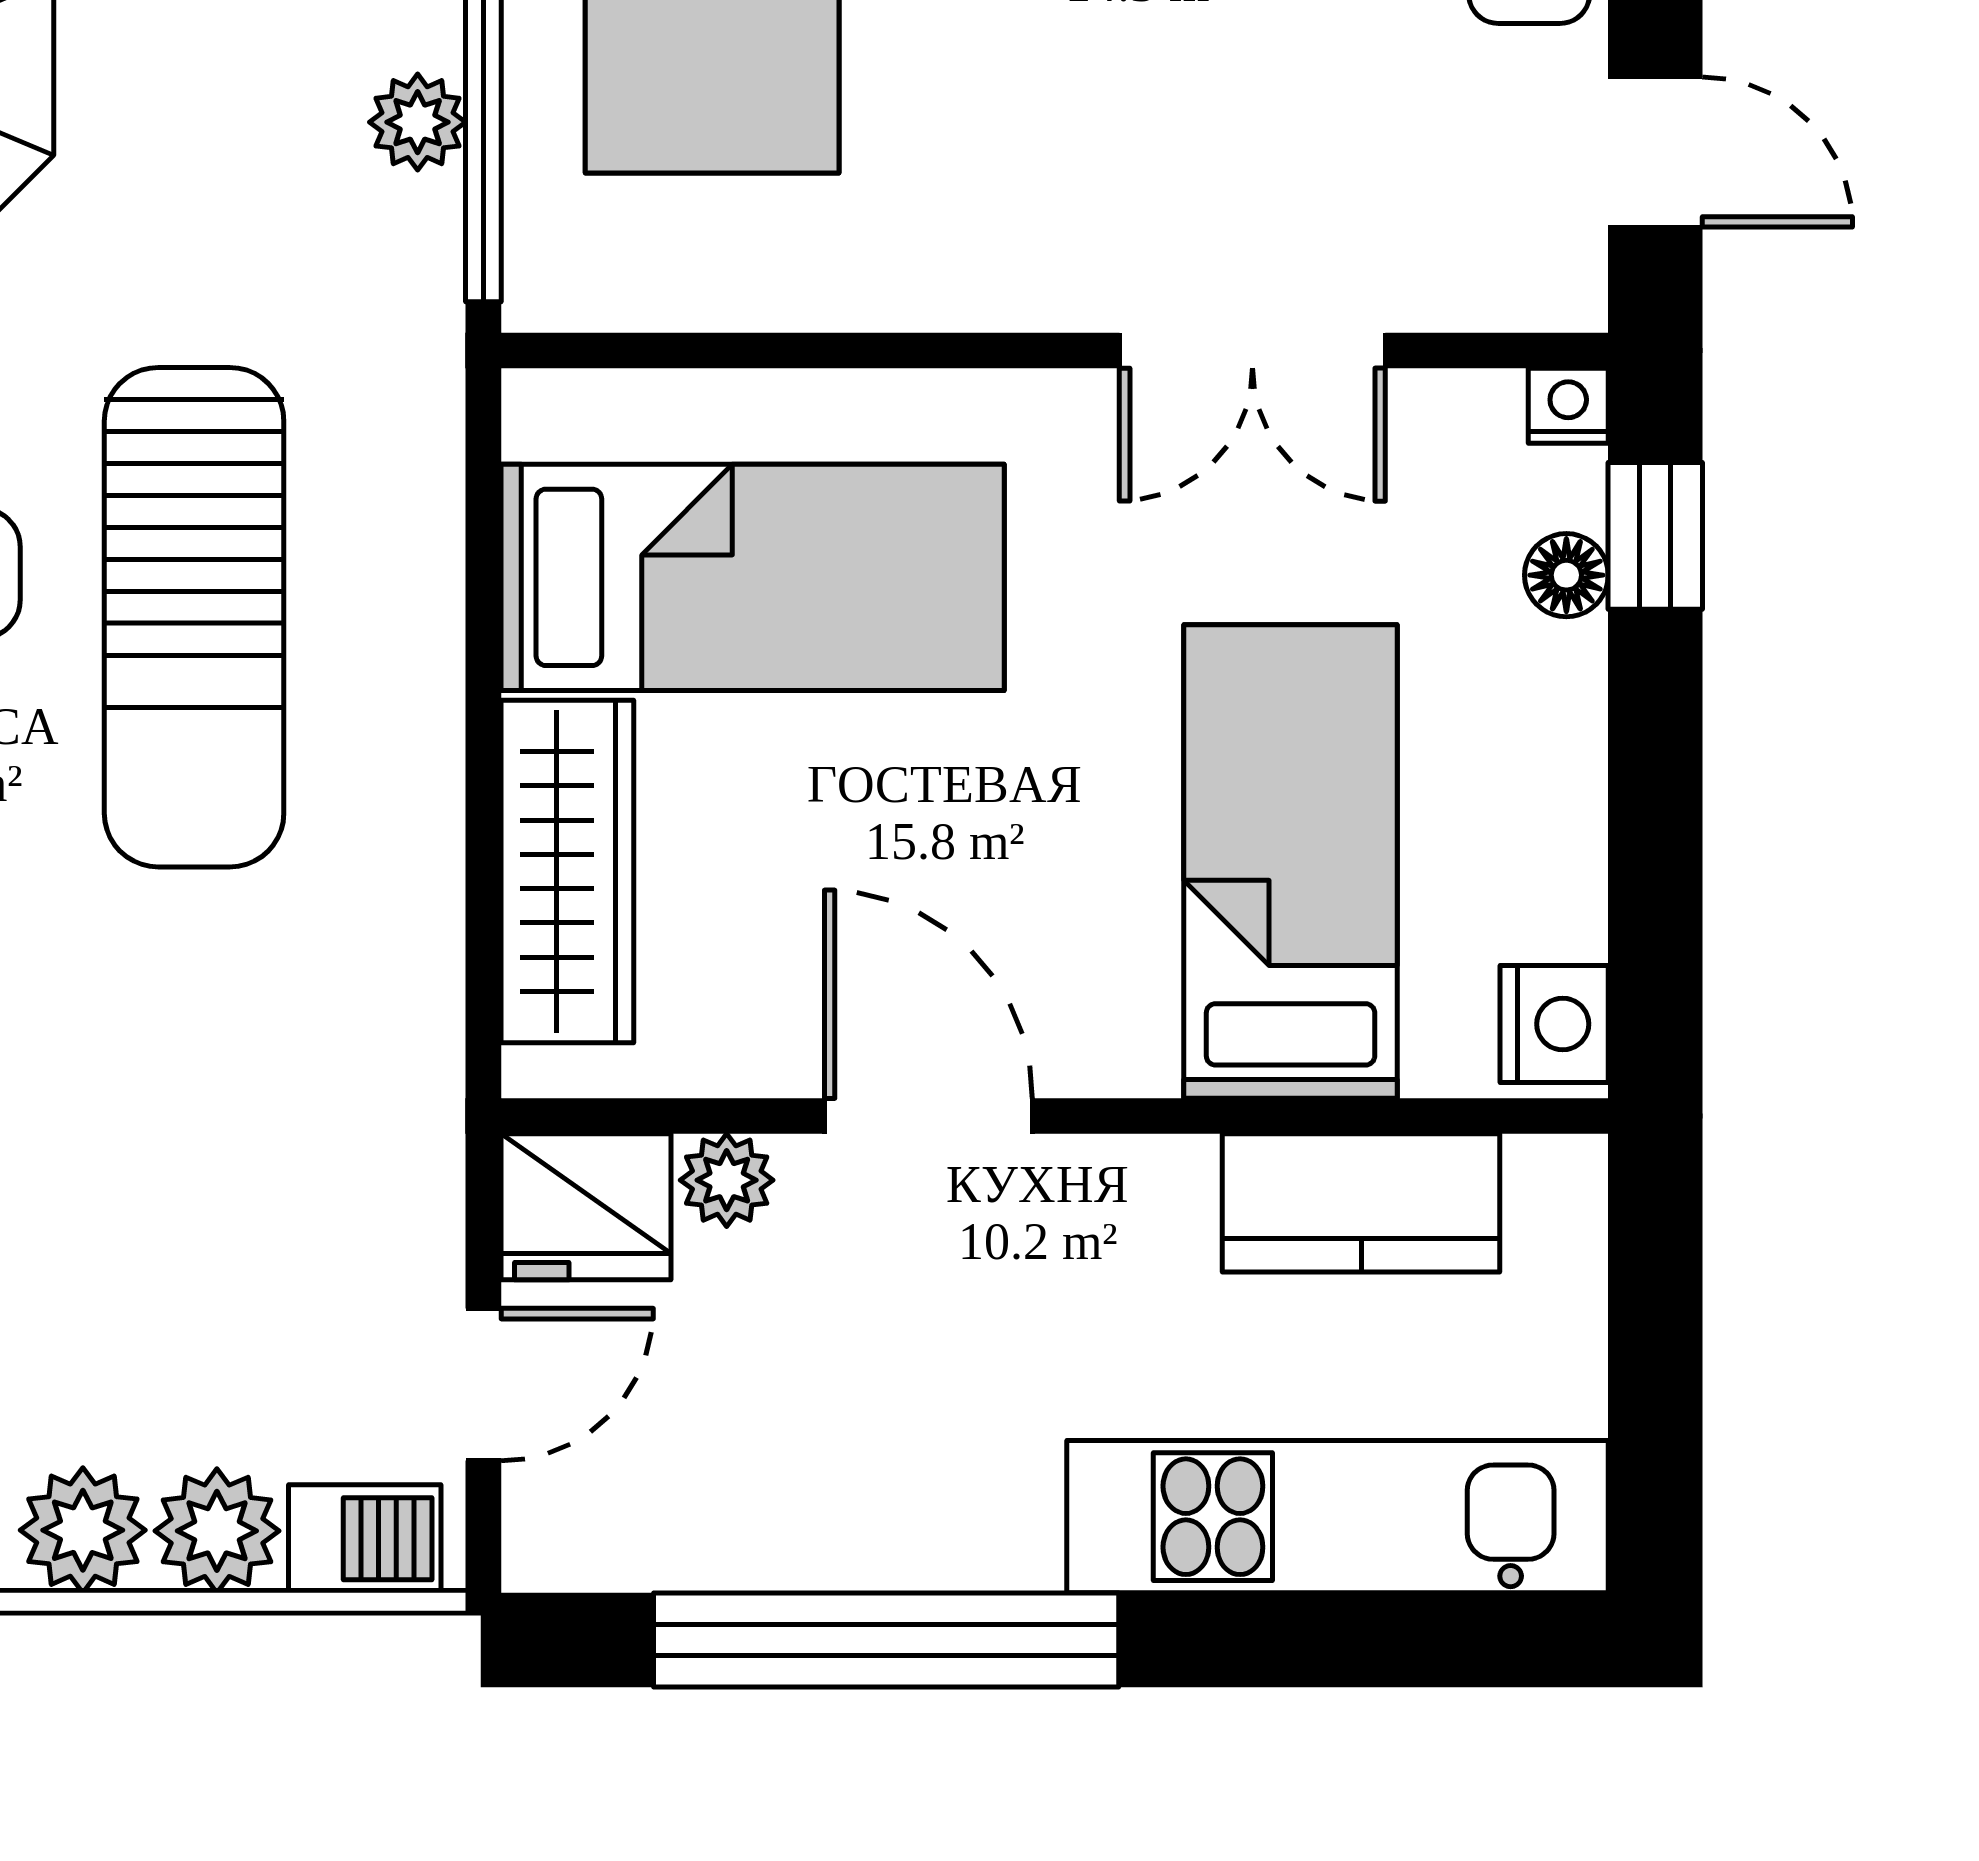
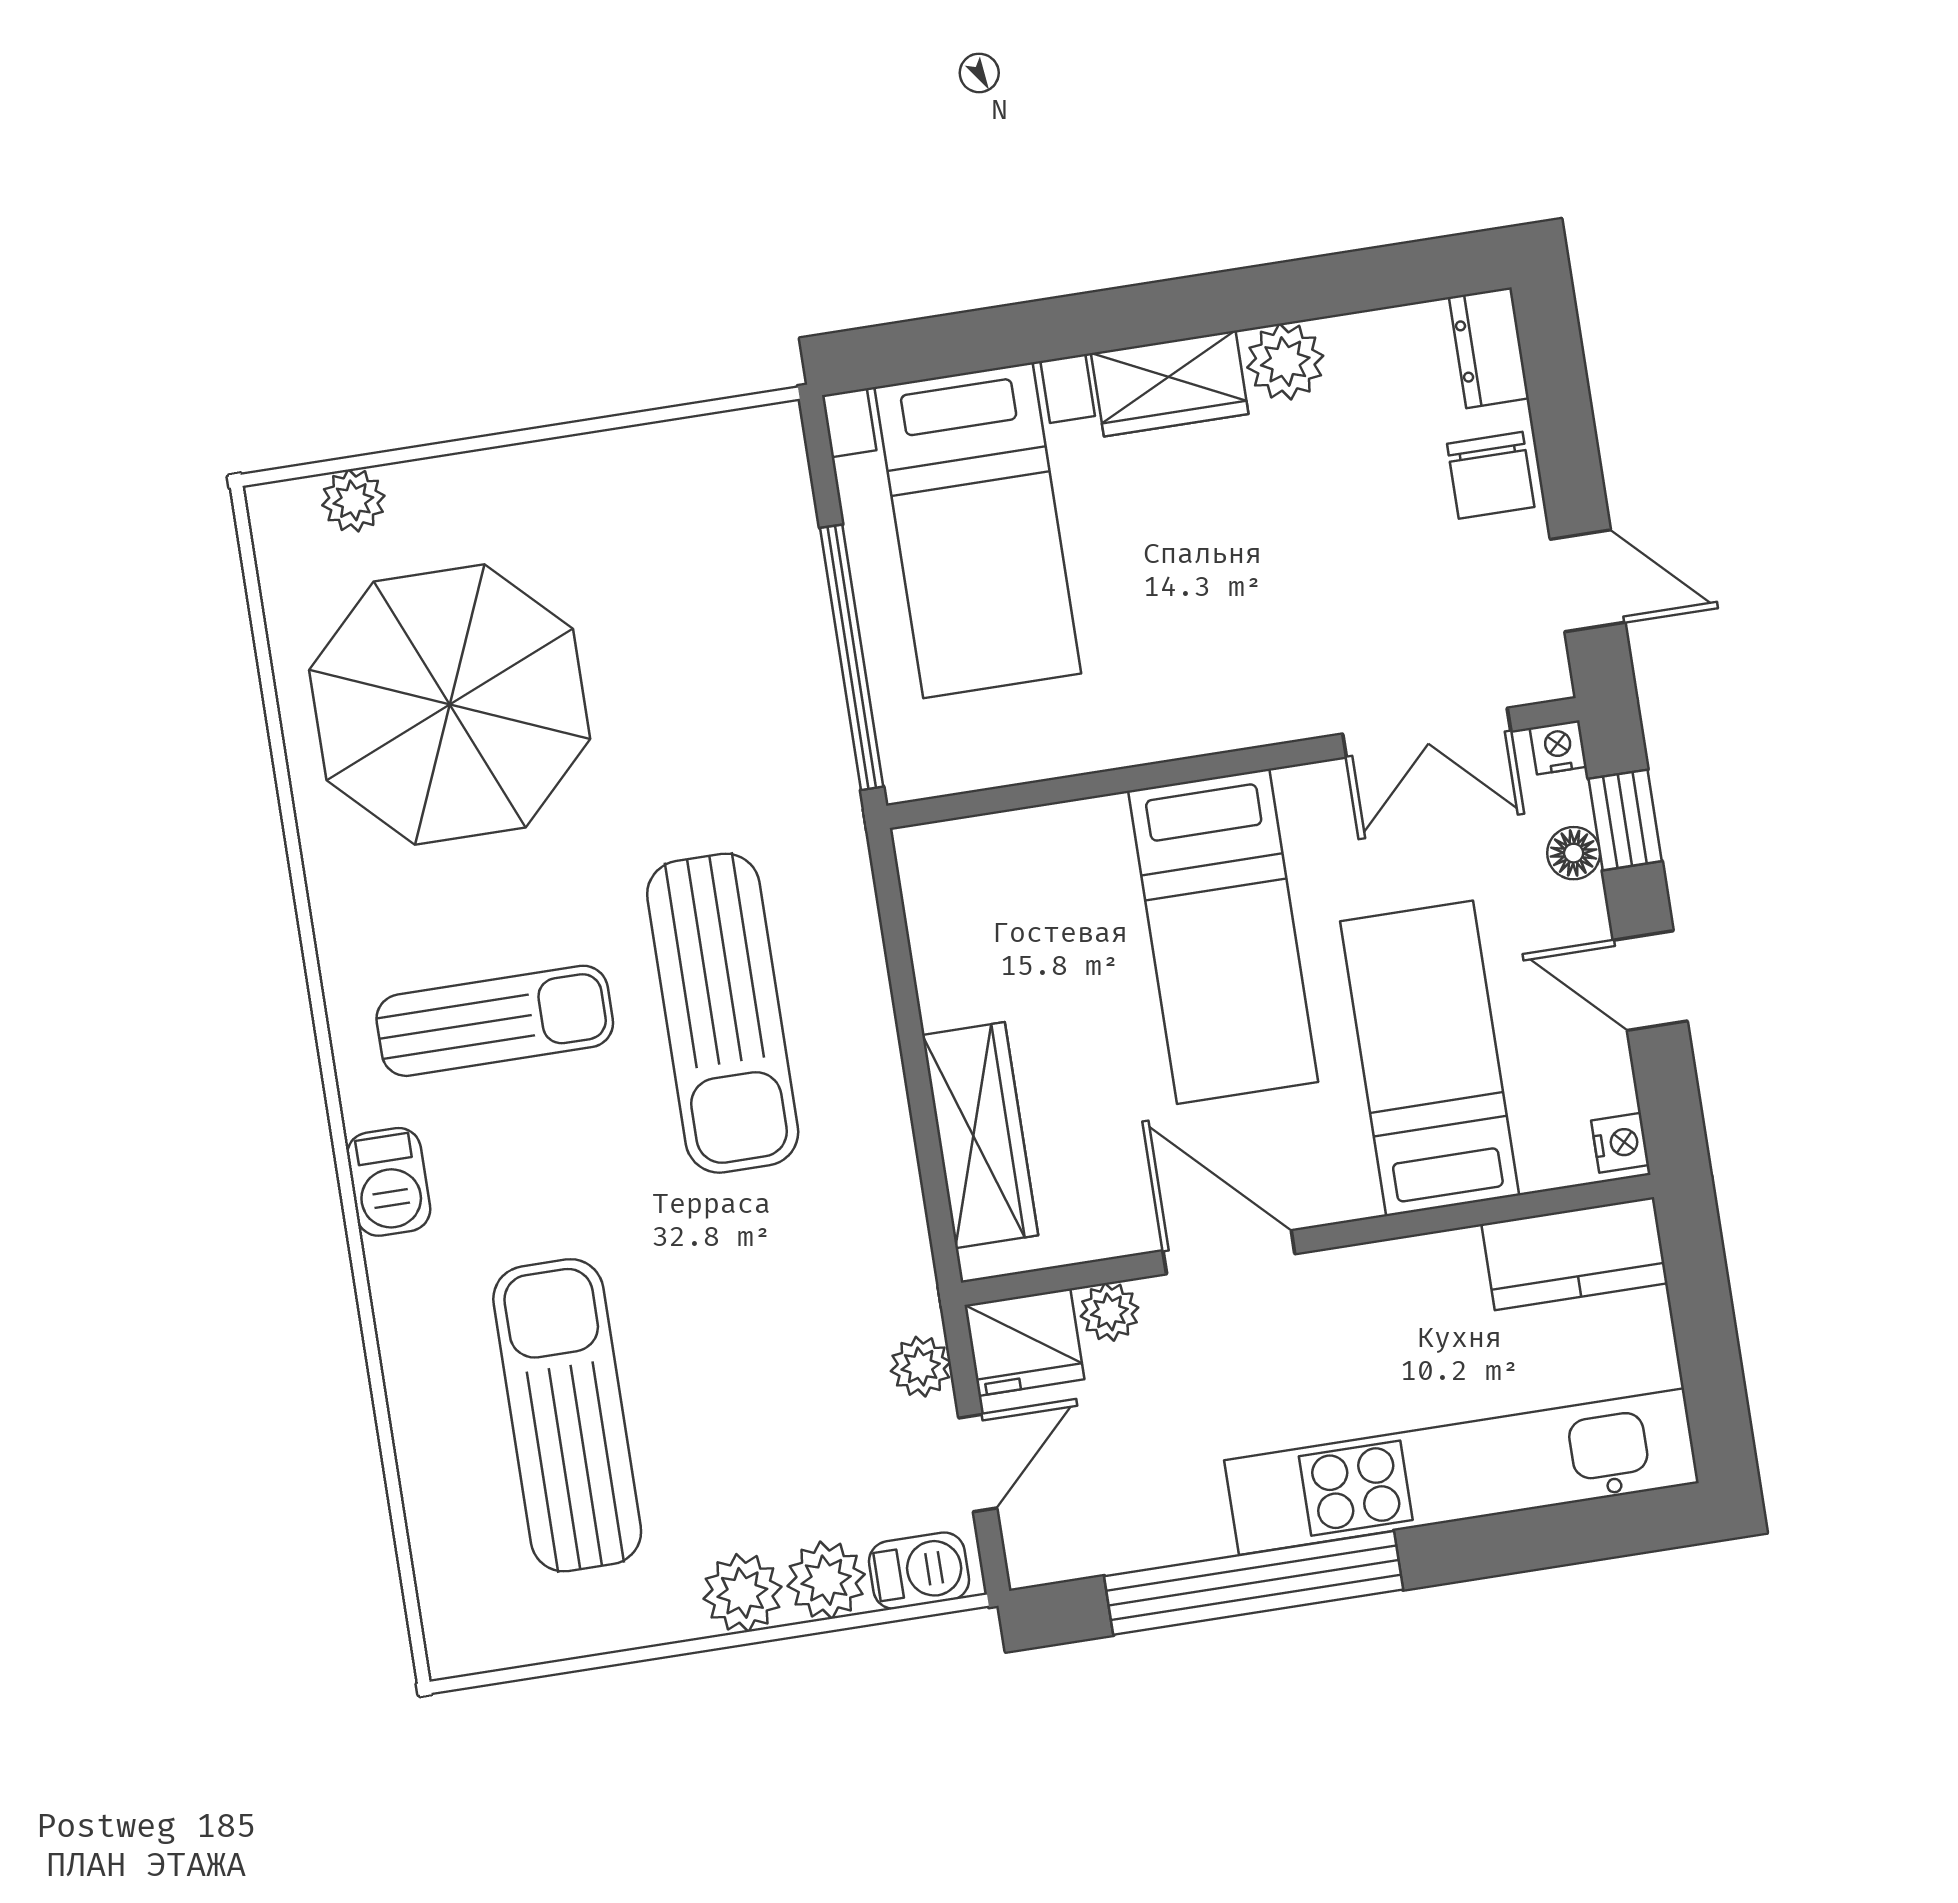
plant: (418, 122) -> (921, 1367), moved
double door: (1252, 350) -> (1427, 733), moved
bed: (753, 577) -> (1223, 936), moved, turned 90
door: (1655, 794) -> (1650, 981), added
nightstand: (1554, 1024) -> (1620, 1143), width x0.72, depth x0.74
kitchen counter: (1361, 1203) -> (1574, 1254), moved
kitchen unit: (1337, 1517) -> (1462, 1472), width x1.36

